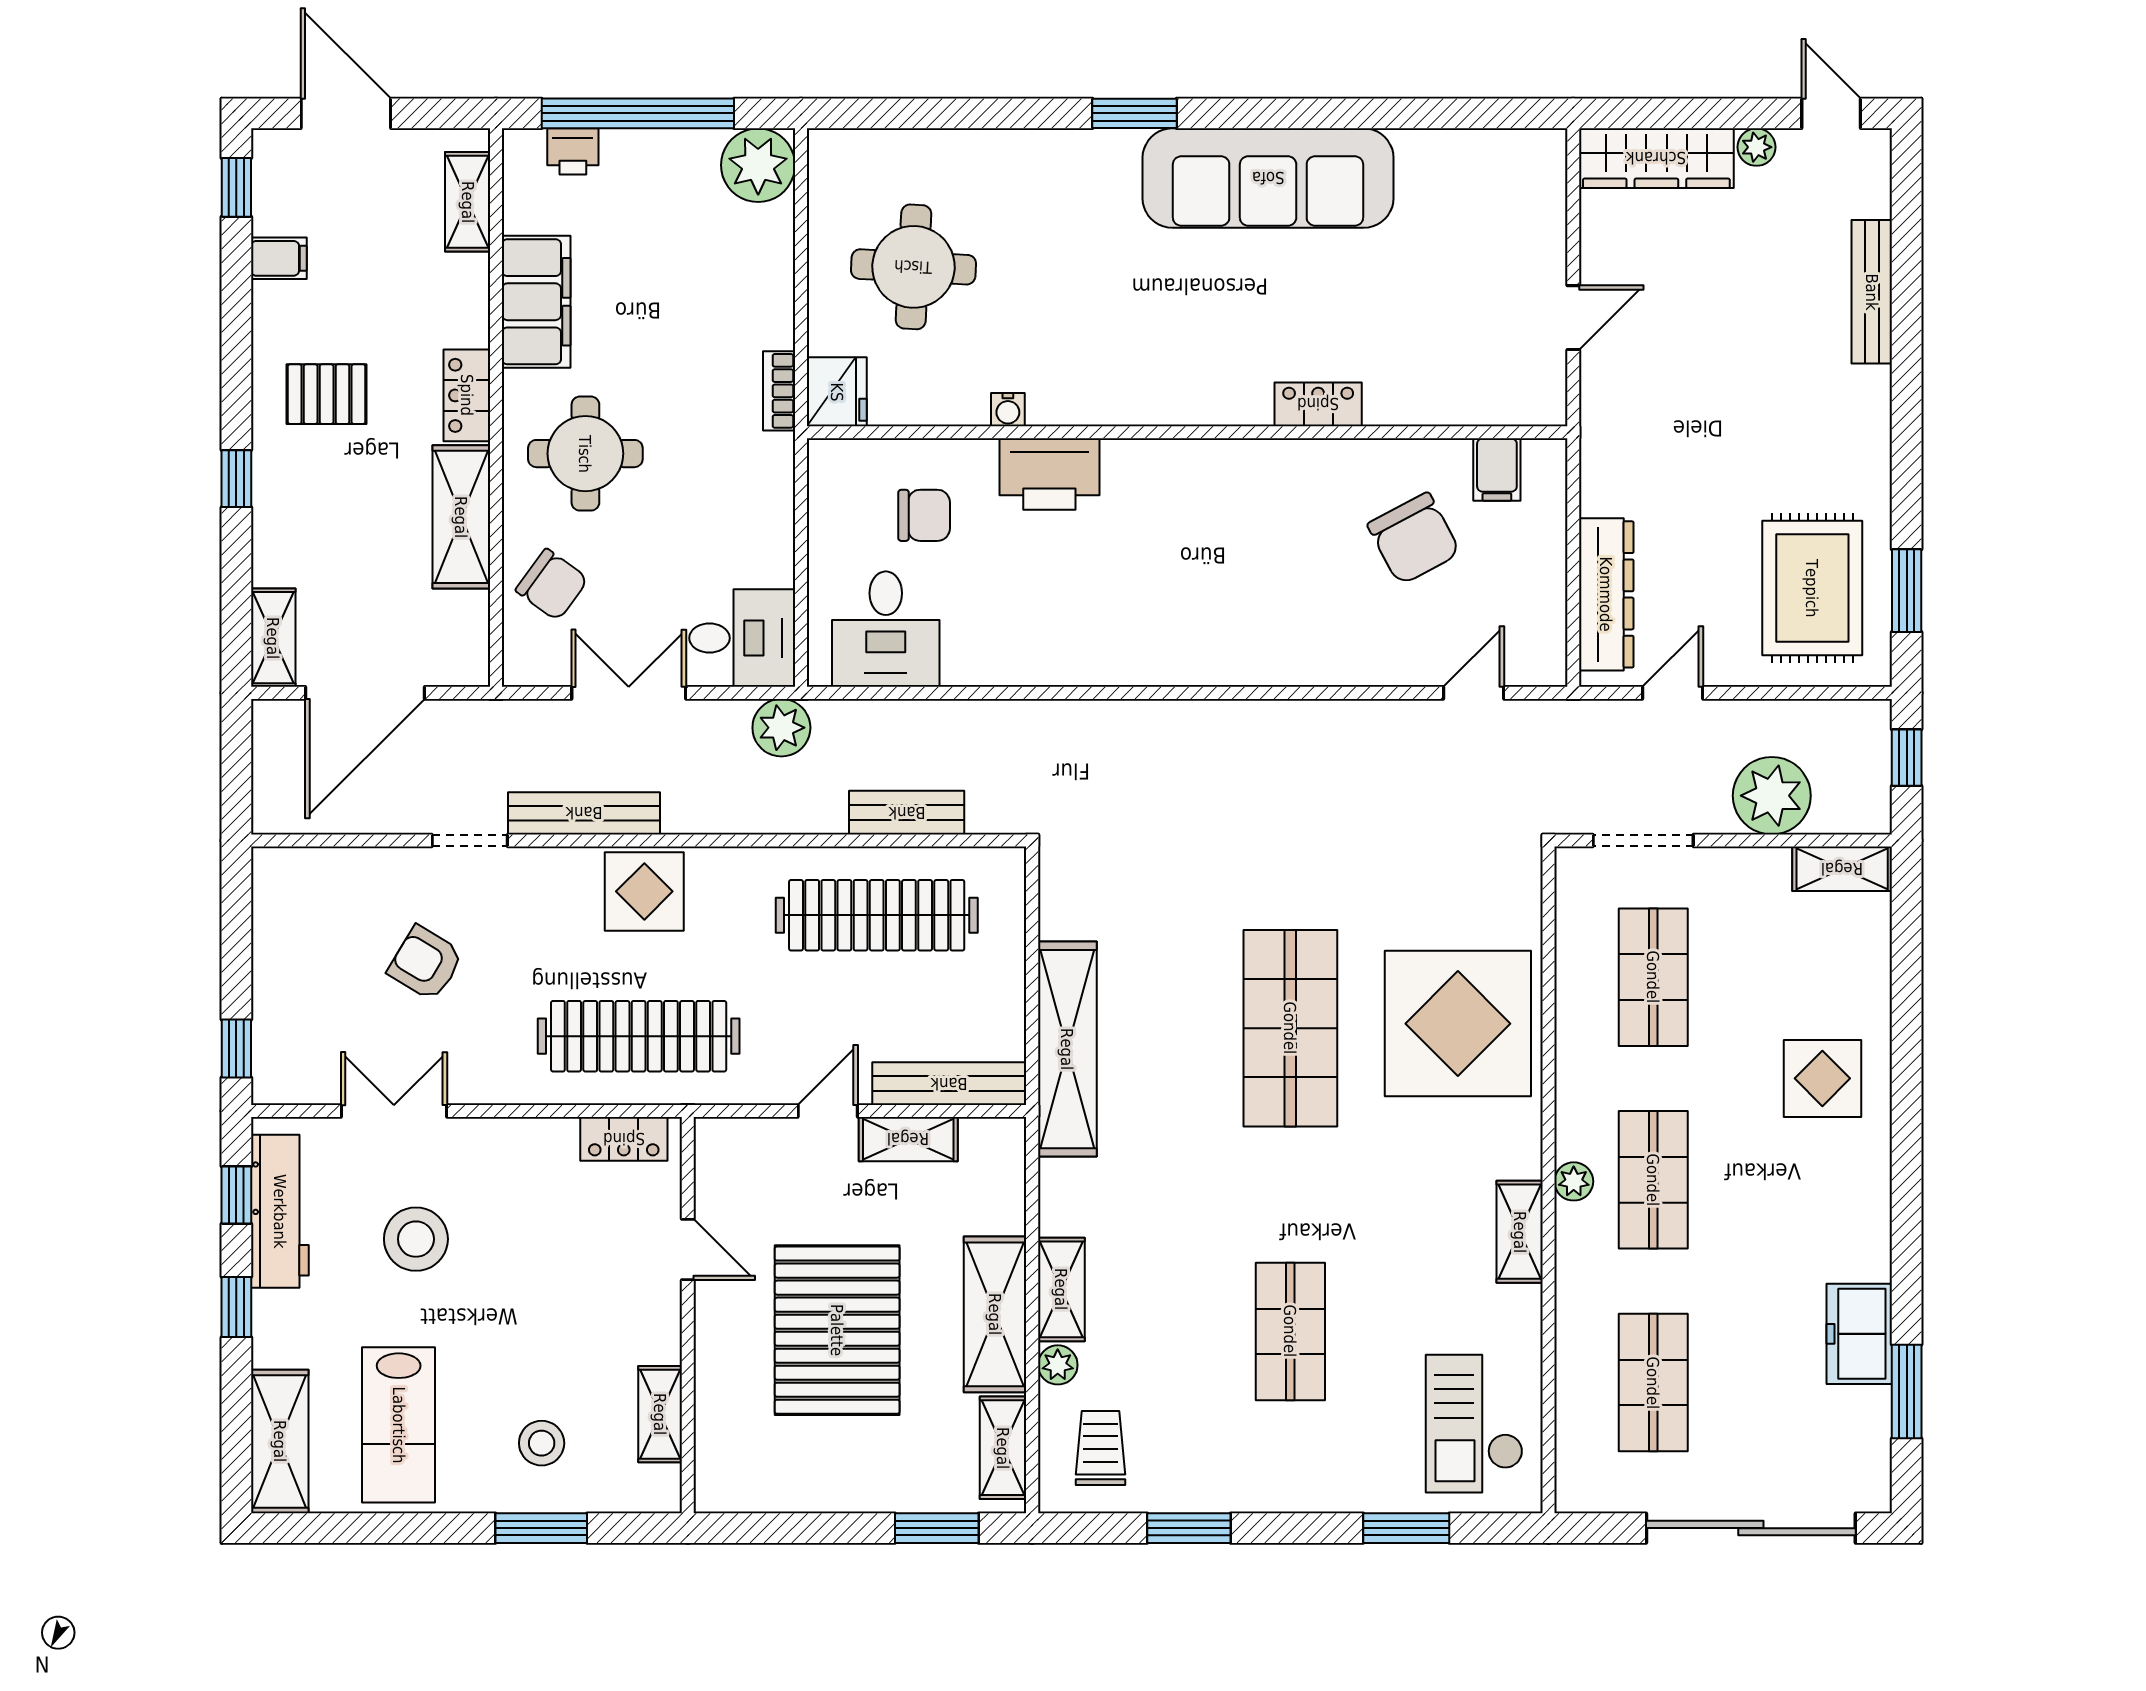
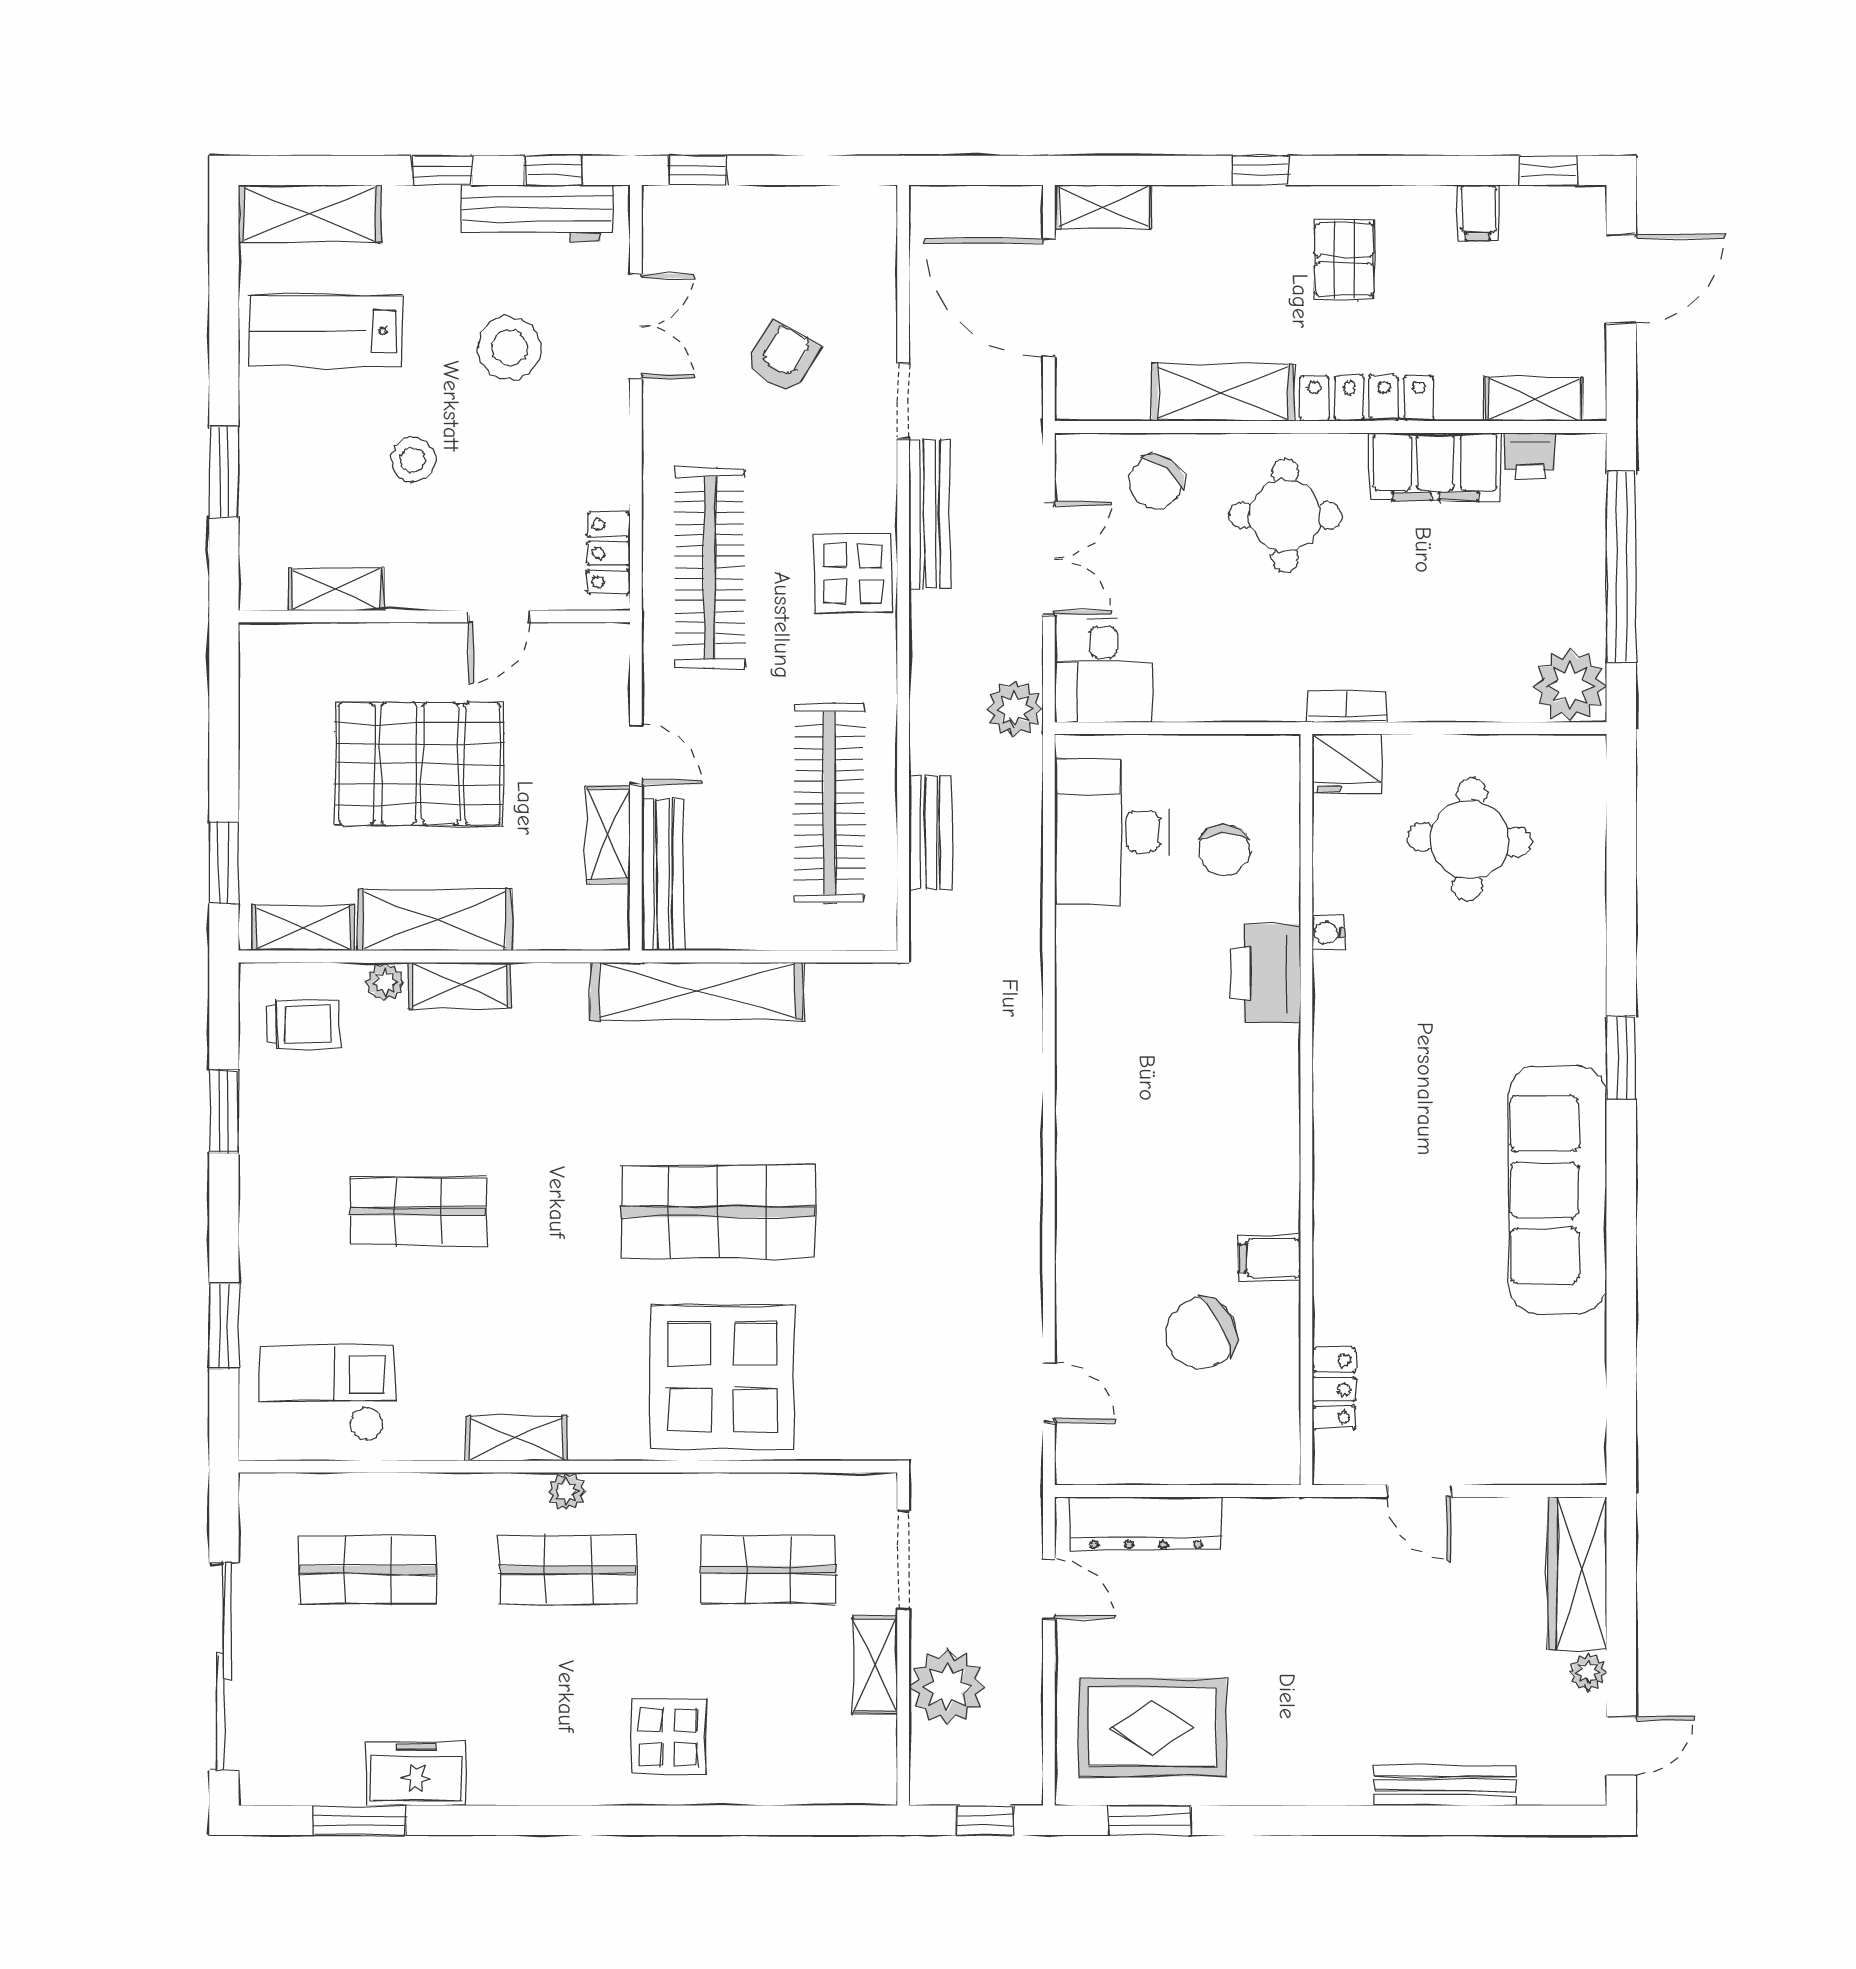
printer: (573, 151) -> (1530, 456), moved, turned -90
locker: (467, 395) -> (1367, 398), width x1.53
locker: (1318, 404) -> (1334, 1389), moved
filing cabinet: (1497, 469) -> (1270, 1258), moved
desk: (886, 629) -> (1112, 832), width x1.37
shelving: (1842, 869) -> (875, 1665), moved
stool: (542, 1443) -> (413, 460), moved

